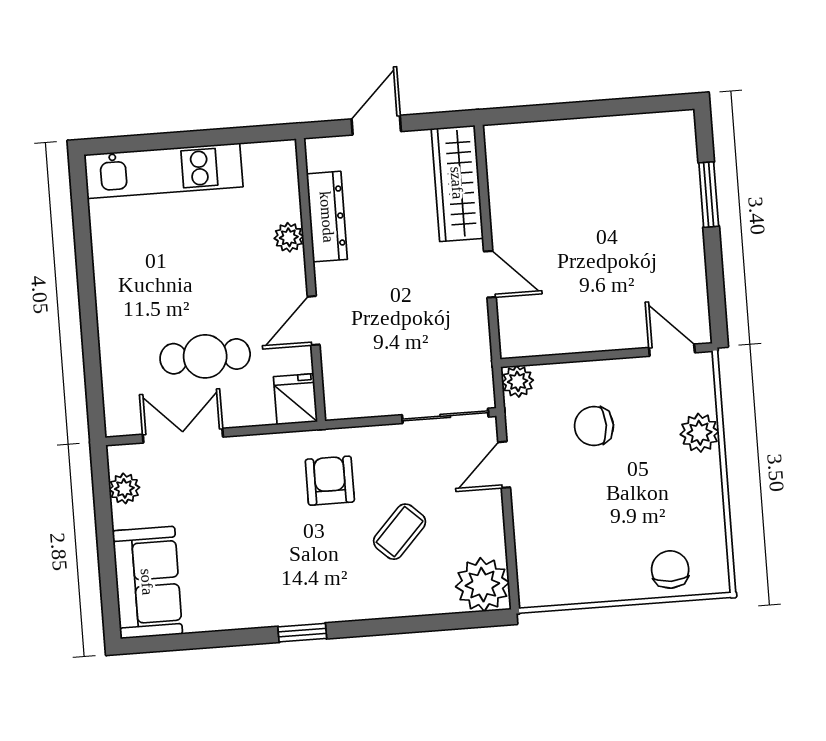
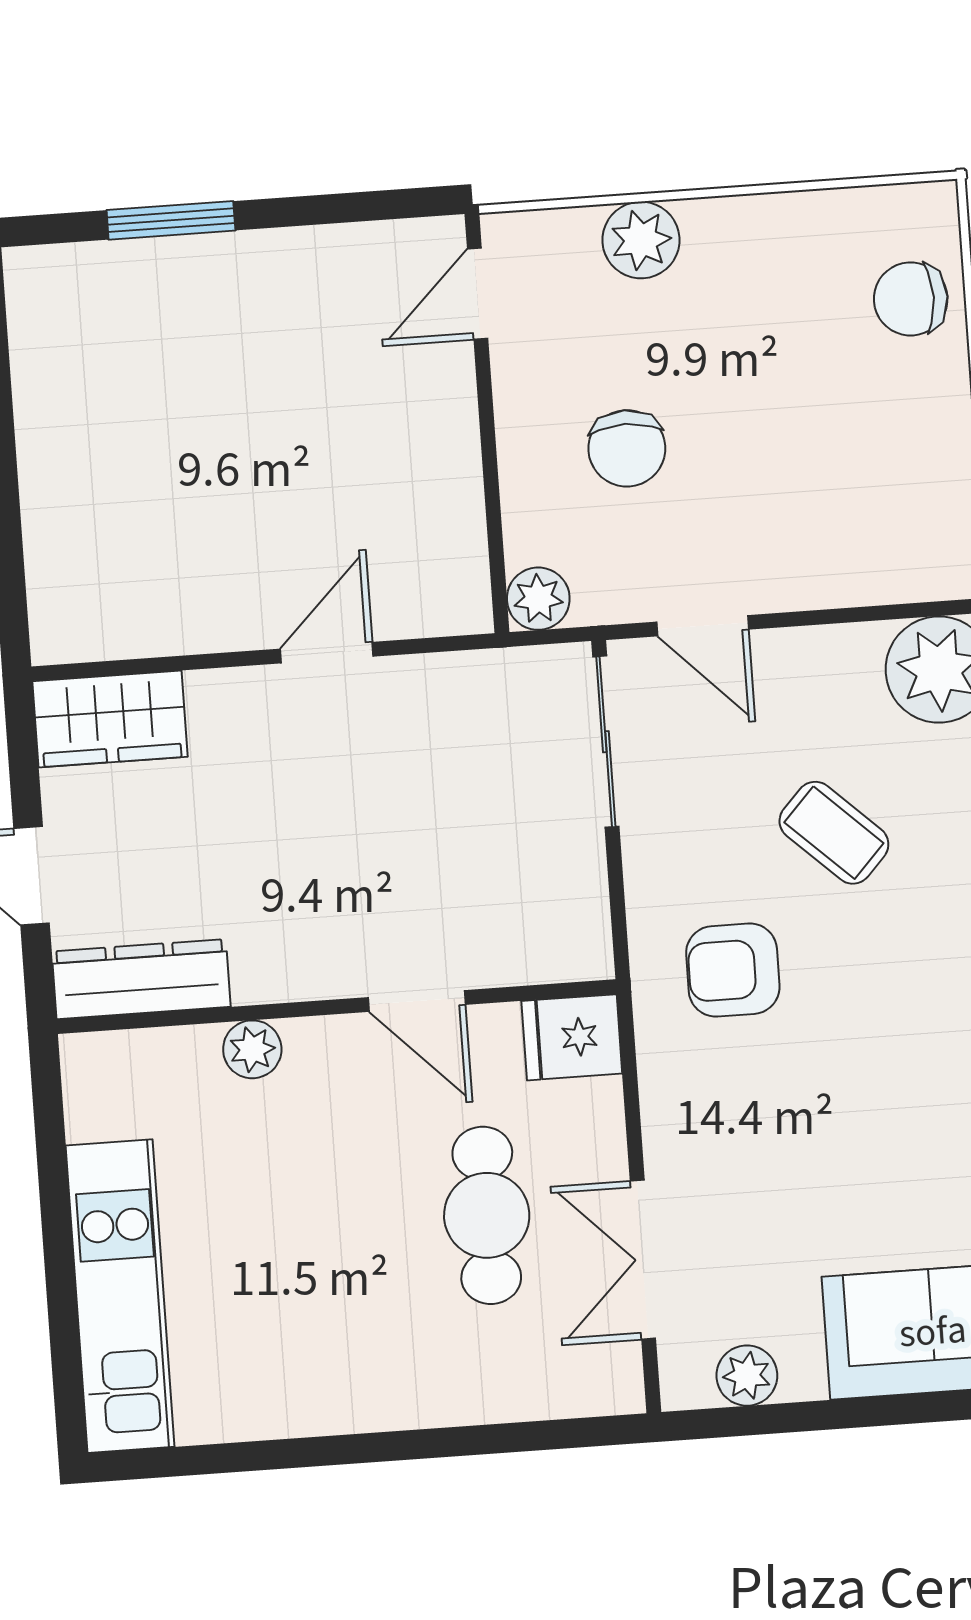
wardrobe: (457, 183) -> (110, 719), width x0.67
dresser: (327, 217) -> (141, 979), moved

